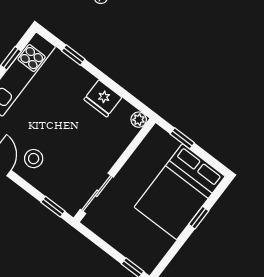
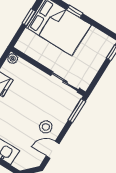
window: (182, 138) -> (29, 17), moved
window: (53, 207) -> (77, 111), width x1.50

